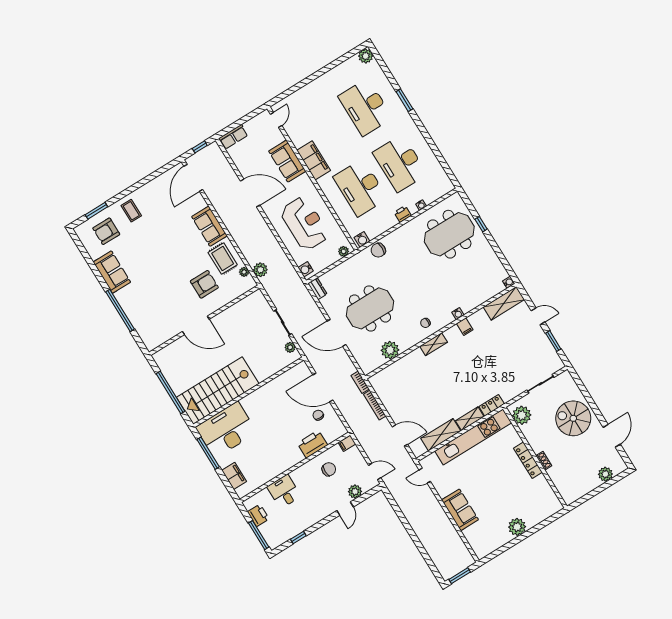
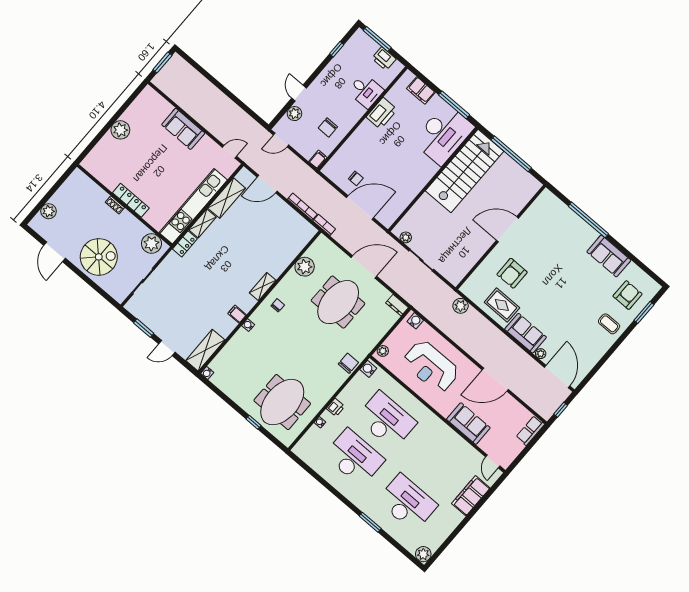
filing cabinet: (314, 160) -> (471, 496), moved, turned 90
plant: (244, 272) -> (541, 354), moved
printer: (312, 444) -> (382, 113), moved

